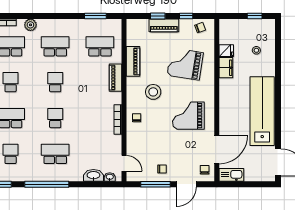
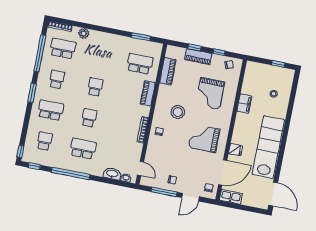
school desk: (55, 46) -> (101, 56), removed
fridge: (226, 51) -> (236, 150), moved
piano: (133, 61) -> (168, 71), moved
grand piano: (185, 64) -> (210, 93), turned -99

